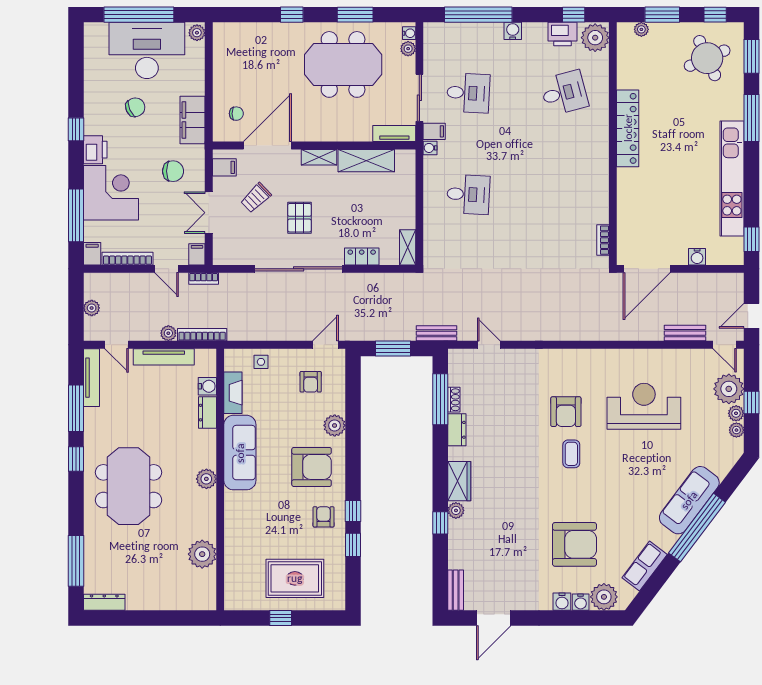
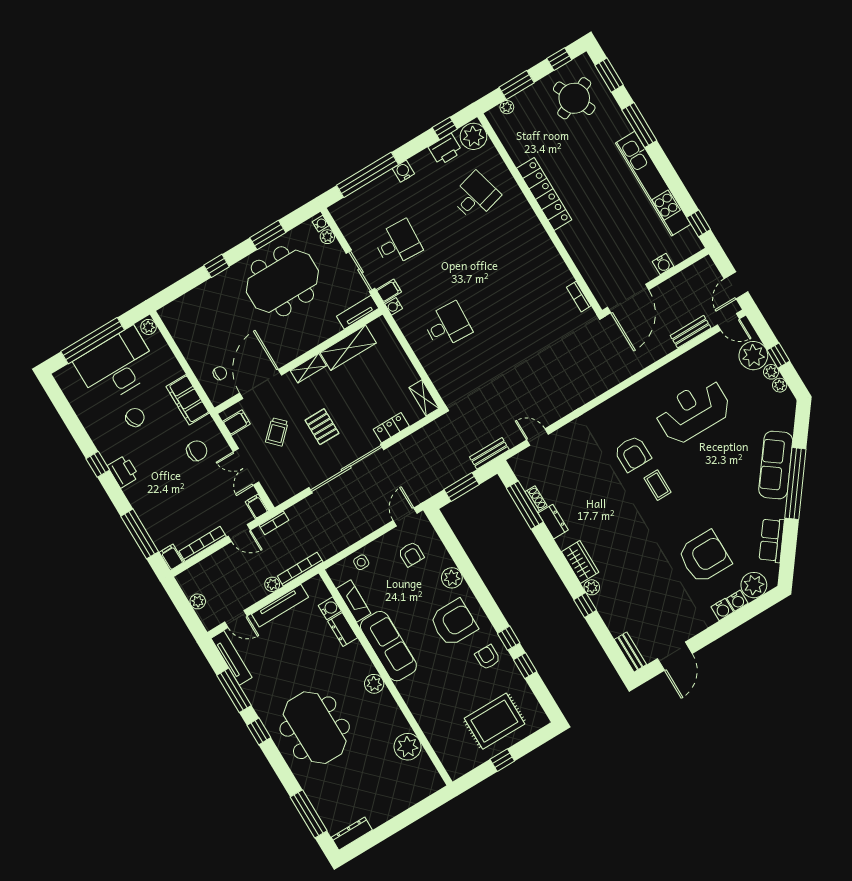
corner desk: (111, 193) -> (157, 499), removed

